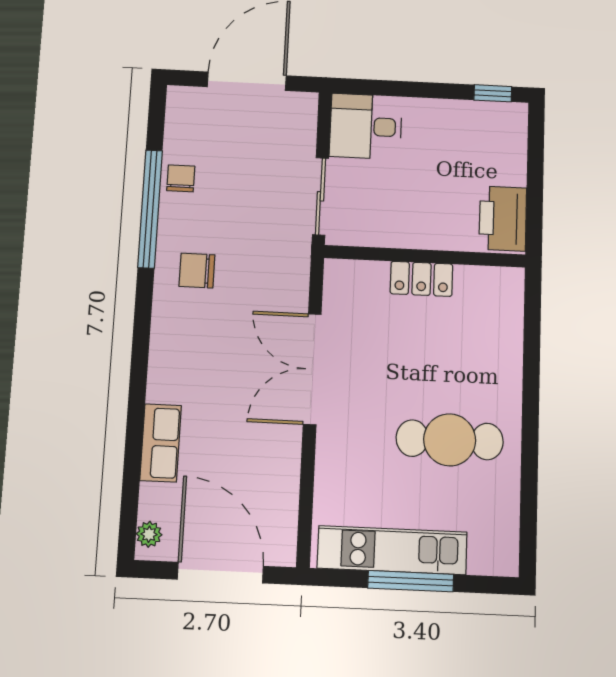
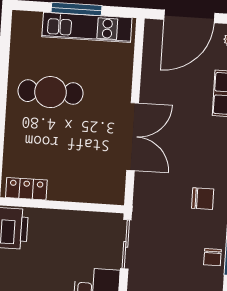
locker: (421, 279) -> (26, 189), moved
door: (220, 573) -> (189, 16), hinge flipped

